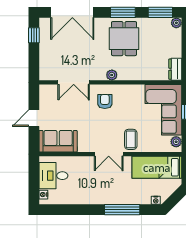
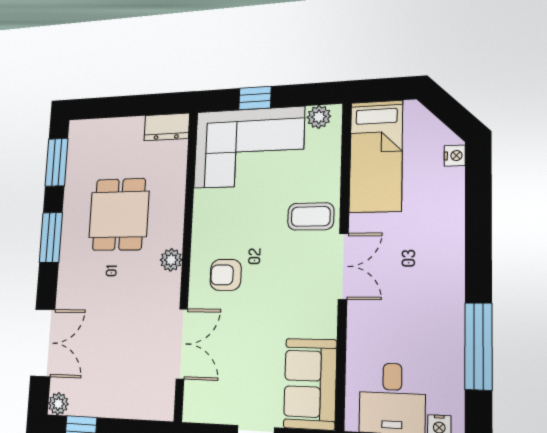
double door: (72, 12) -> (43, 343), width x0.73
plant: (176, 23) -> (58, 404), moved
dining table: (124, 39) -> (119, 214), moved, turned 90
window: (122, 210) -> (478, 346), moved

